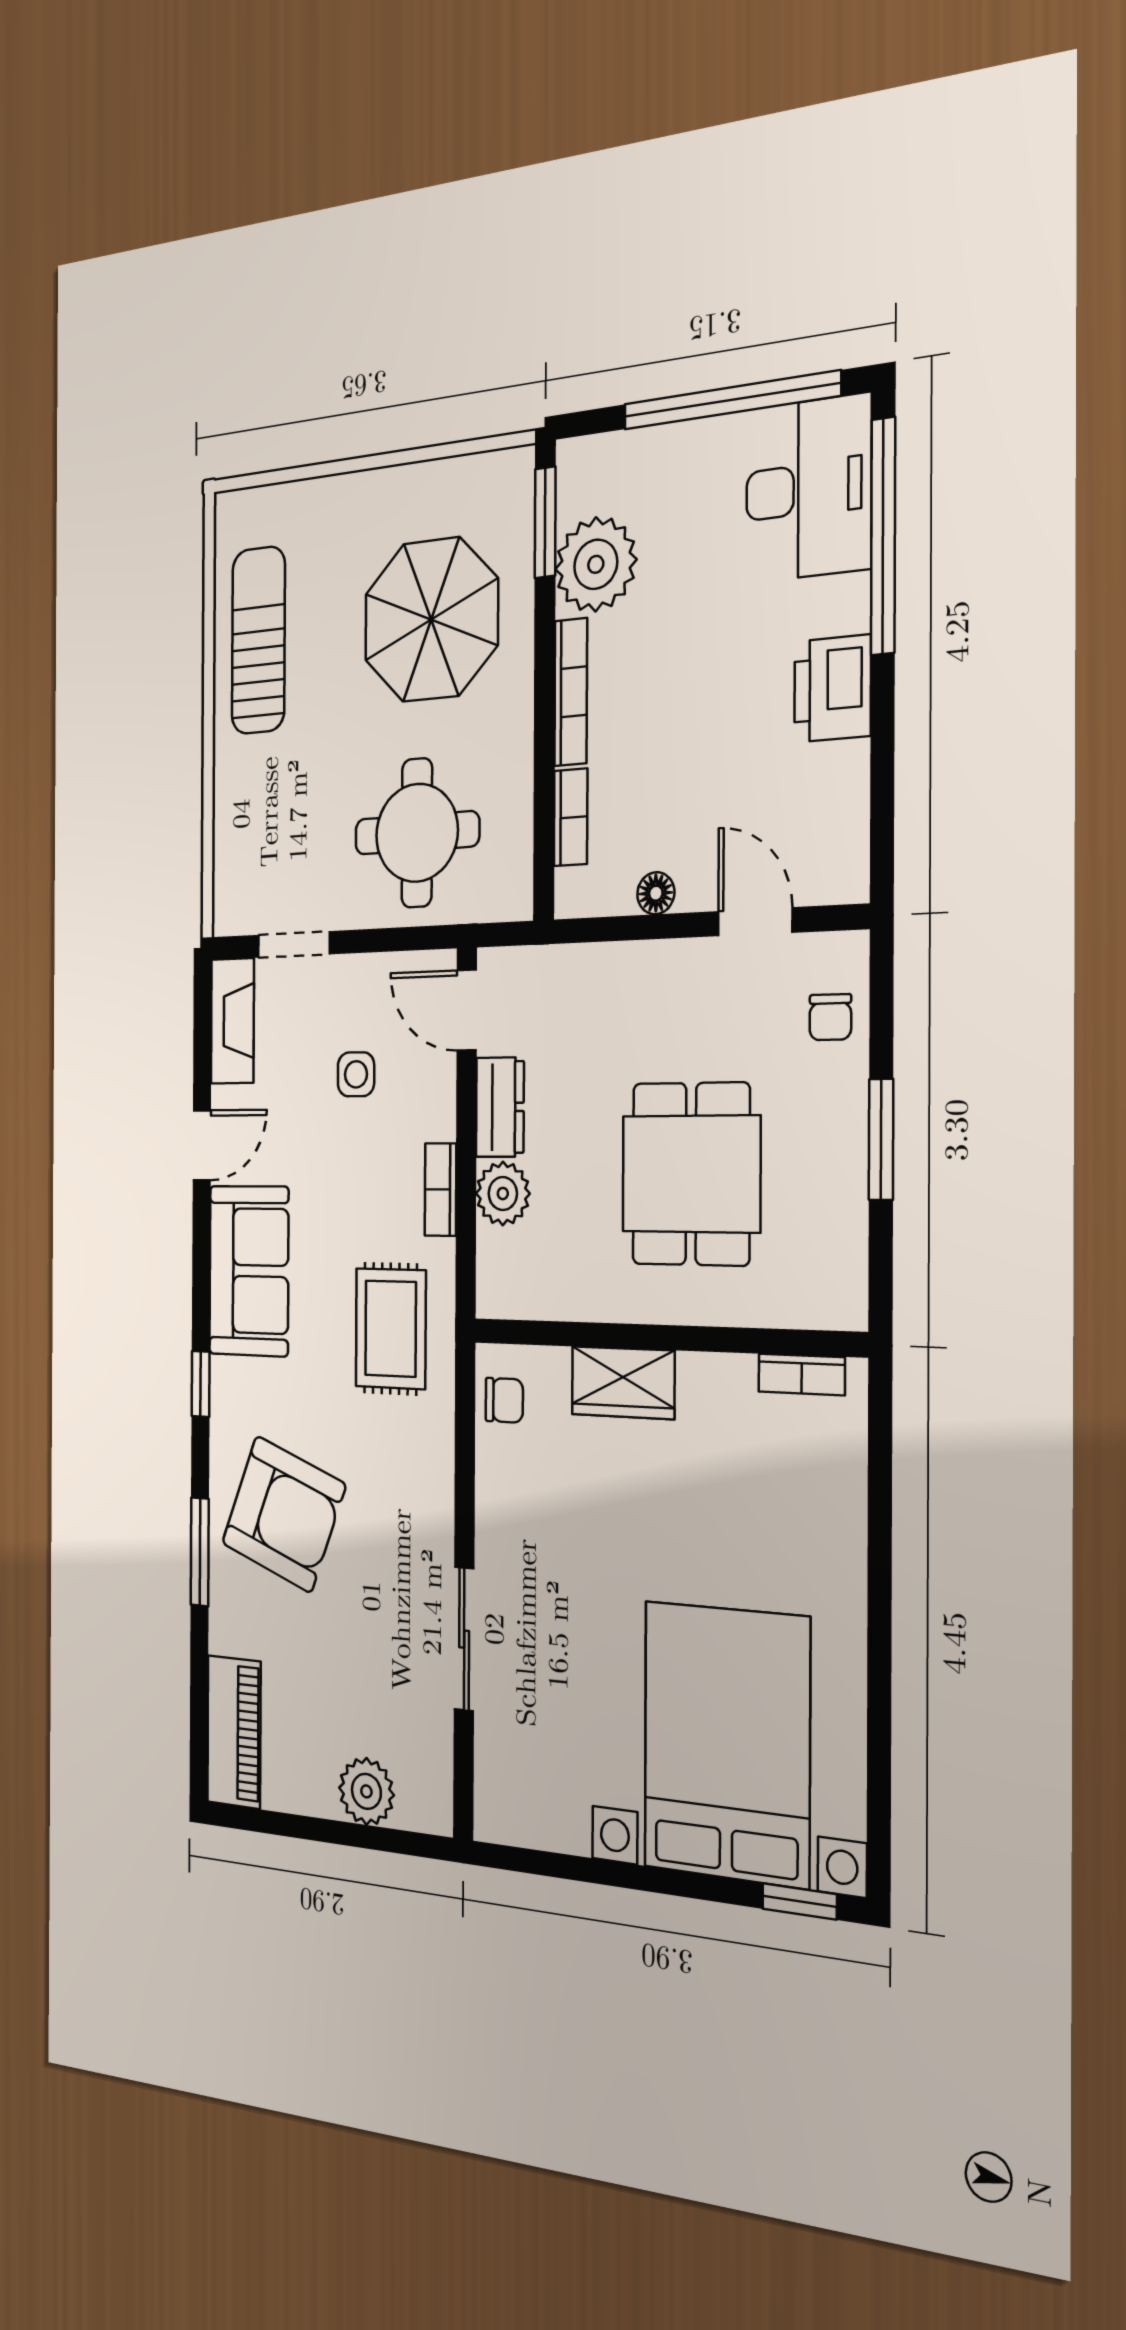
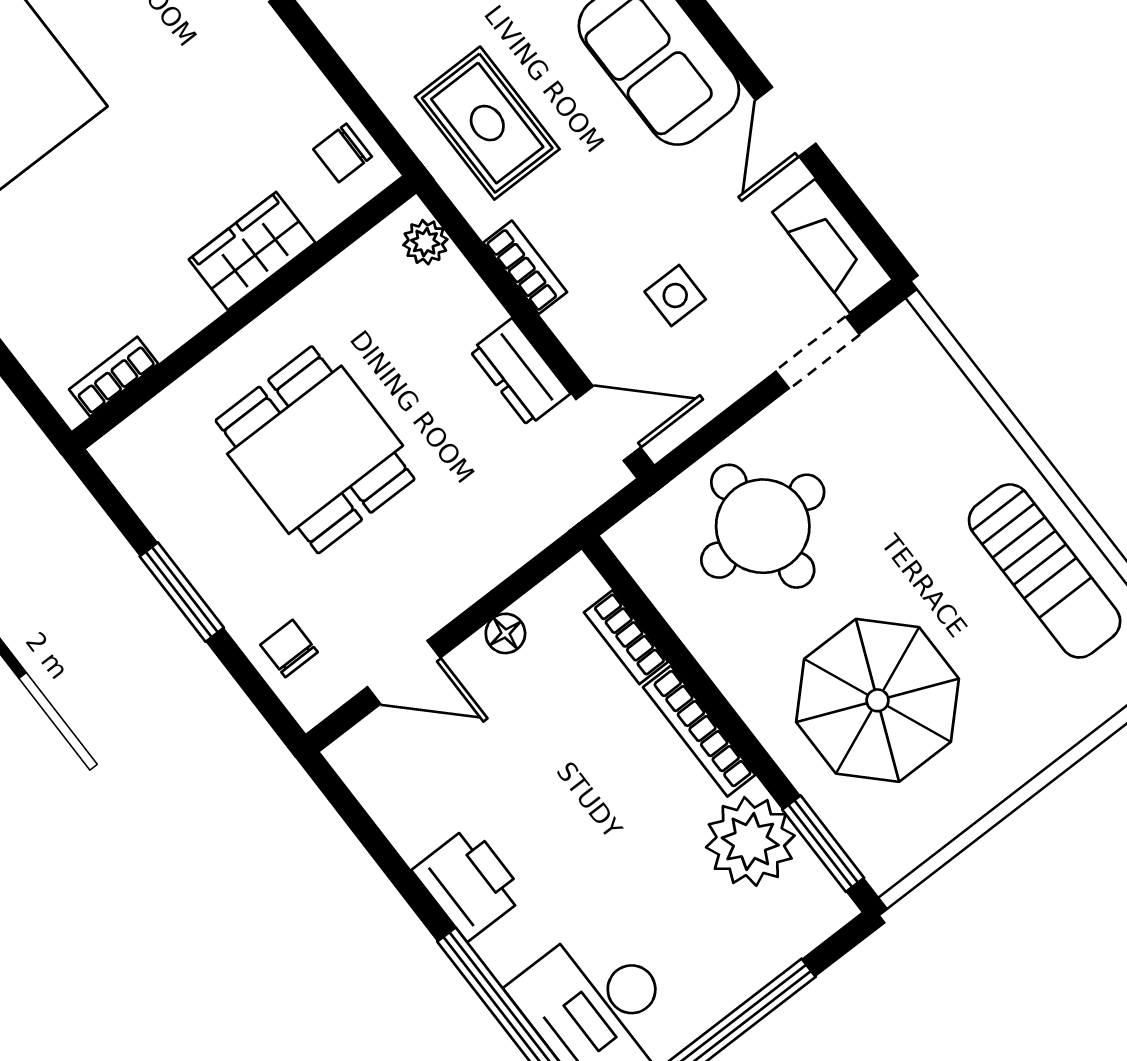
plant: (503, 1194) -> (425, 242), moved, width x0.73, depth x0.73

